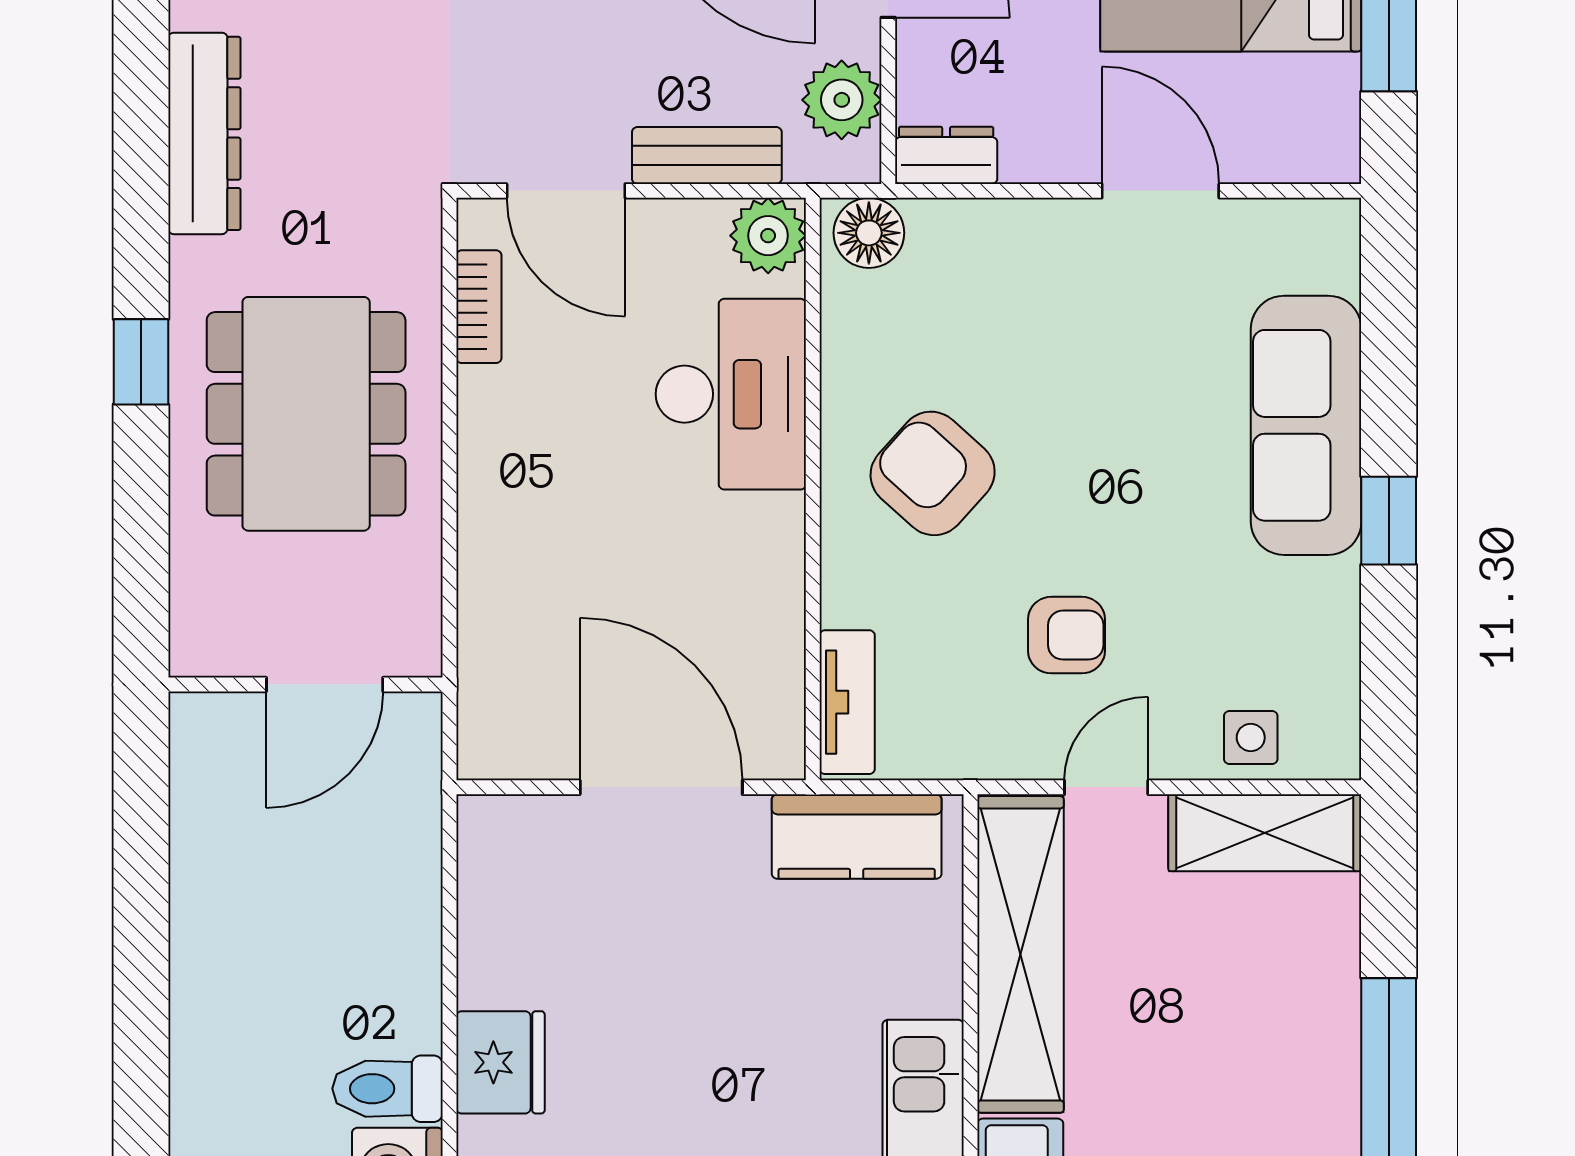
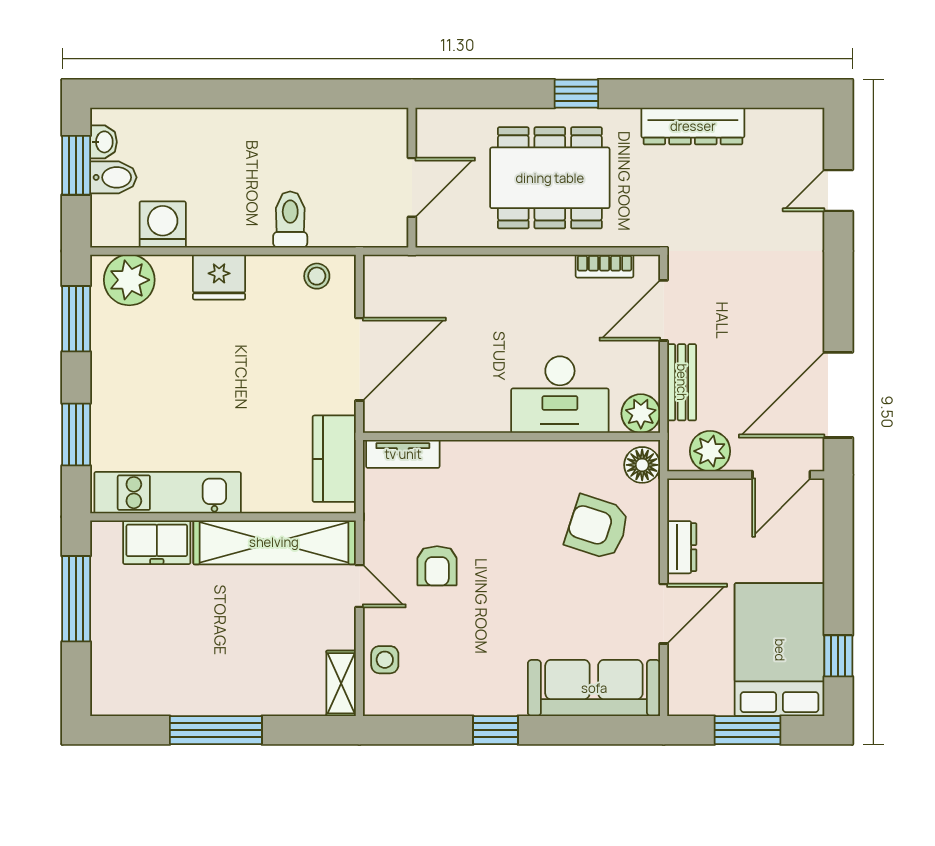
dresser: (946, 155) -> (682, 547), moved
sofa: (1306, 425) -> (594, 688), moved
armchair: (933, 473) -> (597, 527), moved, turned -114
door: (325, 684) -> (412, 187), swing flipped
shelving: (1265, 833) -> (341, 683), width x0.67, depth x0.75
stool: (499, 871) -> (317, 276), added
toilet: (388, 1089) -> (290, 219), moved

